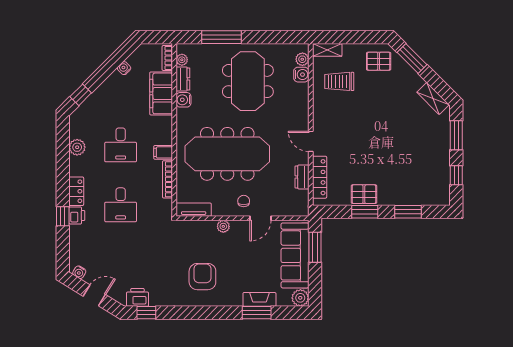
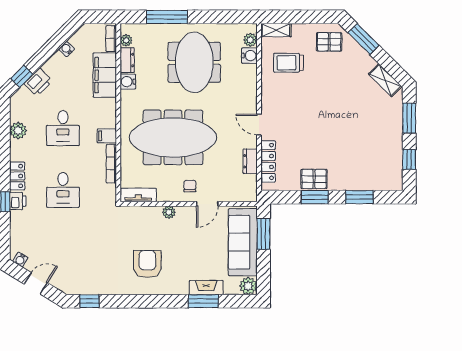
printer: (137, 297) -> (38, 82), moved, turned 135

